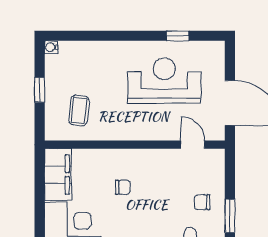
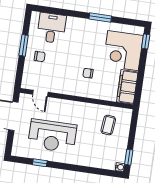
window: (40, 90) -> (129, 157), moved

